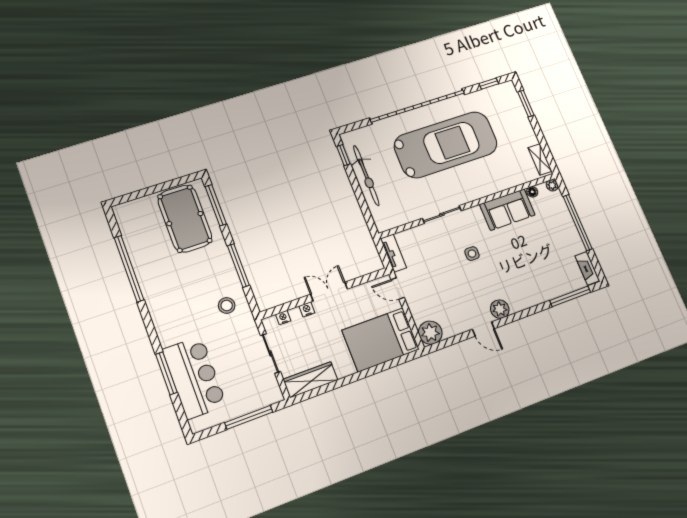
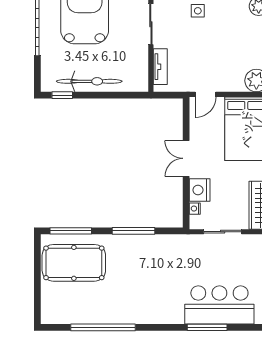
tv unit: (393, 253) -> (160, 67), moved, turned 90
stool: (227, 306) -> (166, 254), removed
nightstand: (307, 309) -> (200, 190), width x1.89, depth x1.79

